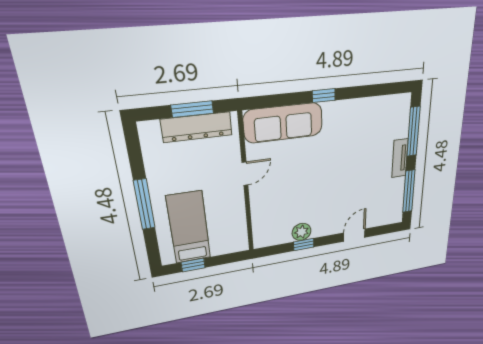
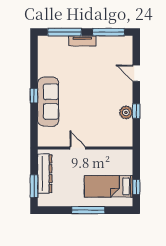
window: (192, 109) -> (34, 186), moved
sofa: (283, 123) -> (48, 102), moved

